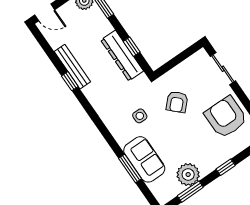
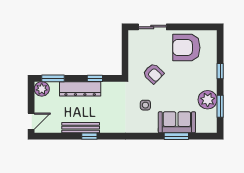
dresser: (122, 56) -> (80, 89), moved

